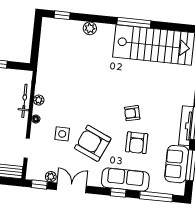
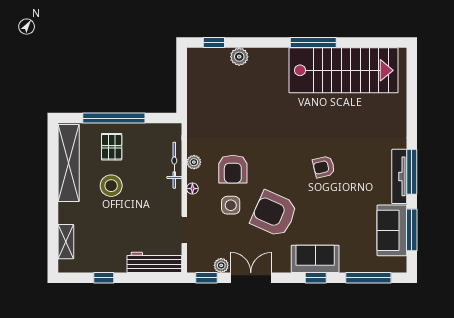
plant: (90, 28) -> (239, 57), moved
armchair: (137, 143) -> (233, 169), moved
sofa: (125, 180) -> (315, 259), width x0.73

